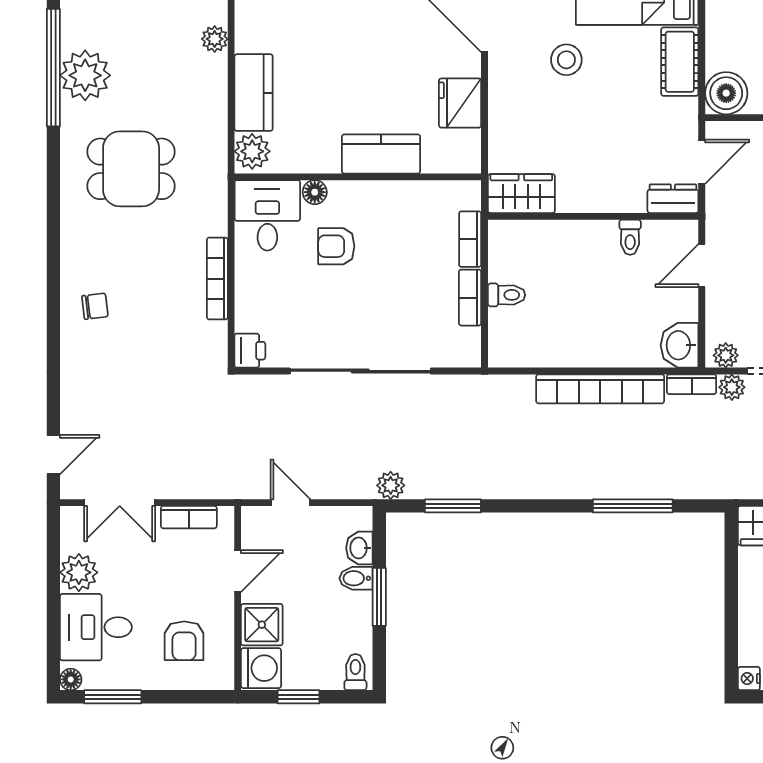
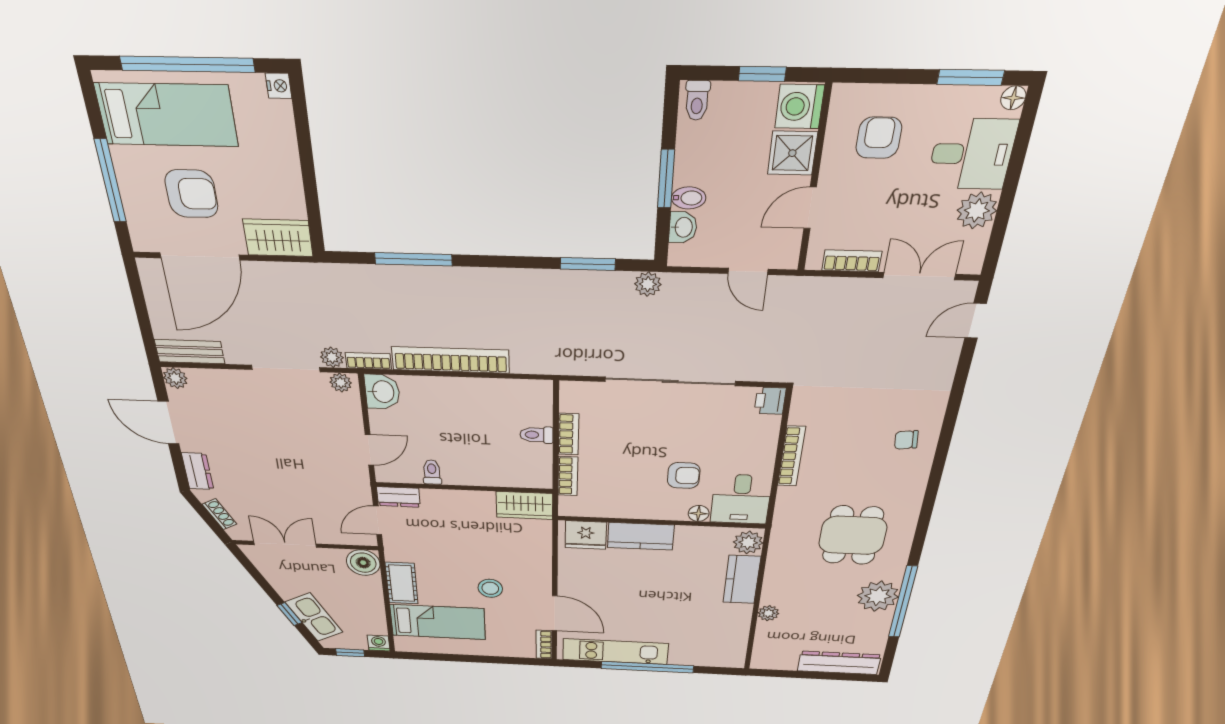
fridge: (460, 103) -> (586, 535), moved, turned 90
dining table: (131, 169) -> (853, 535), turned 90

